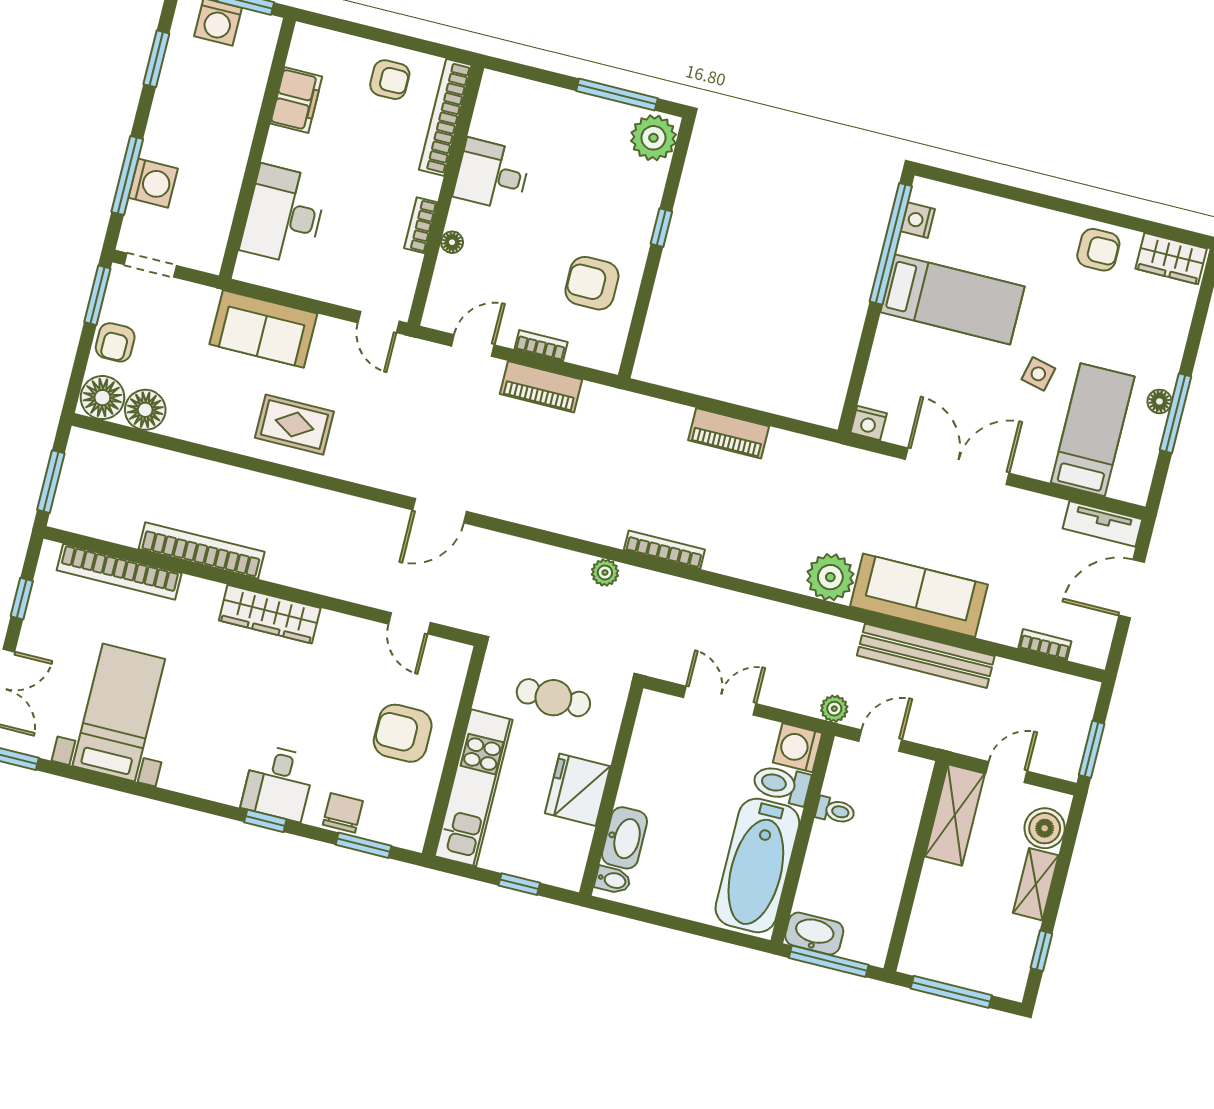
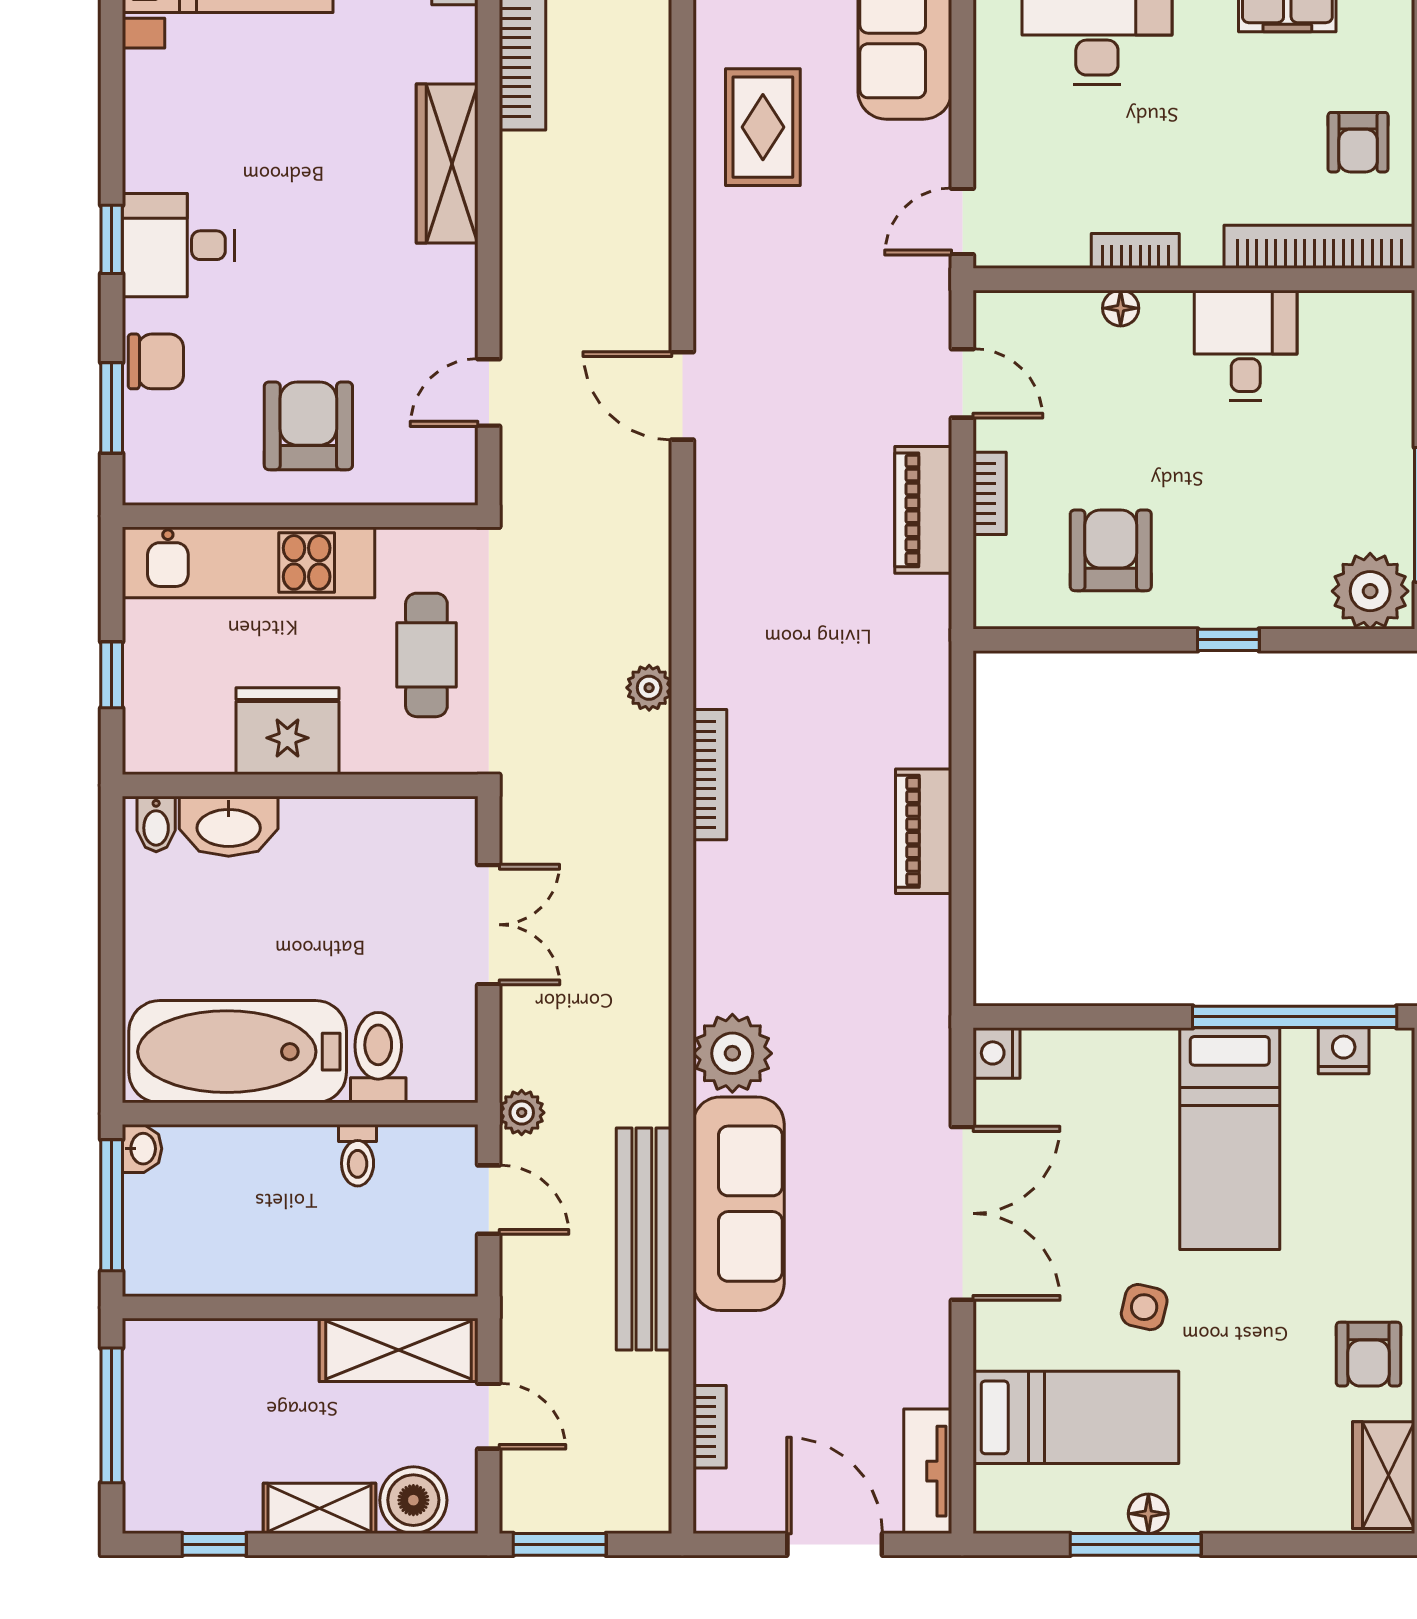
washing machine: (798, 748) -> (444, 1069), removed
washbasin: (814, 934) -> (142, 1149), width x0.52, depth x0.69

